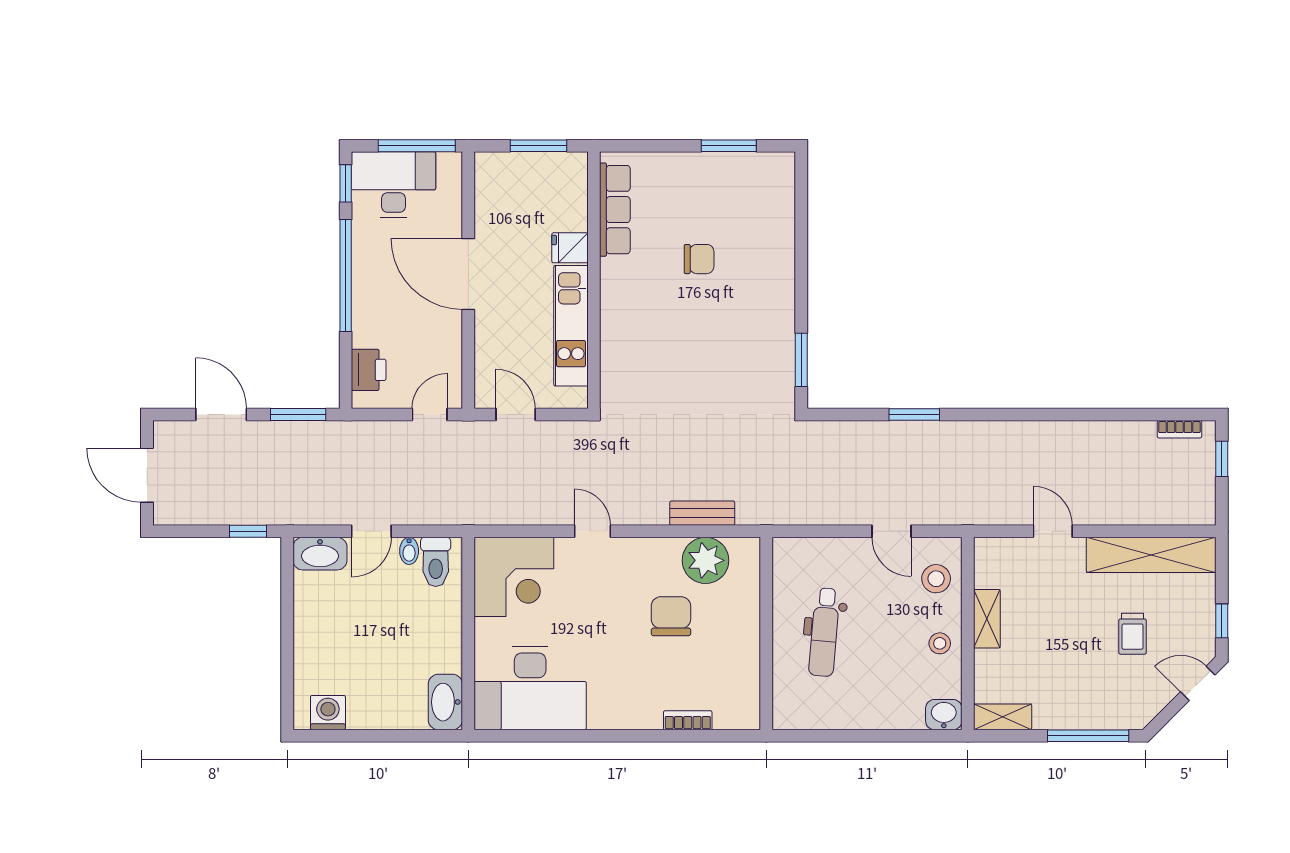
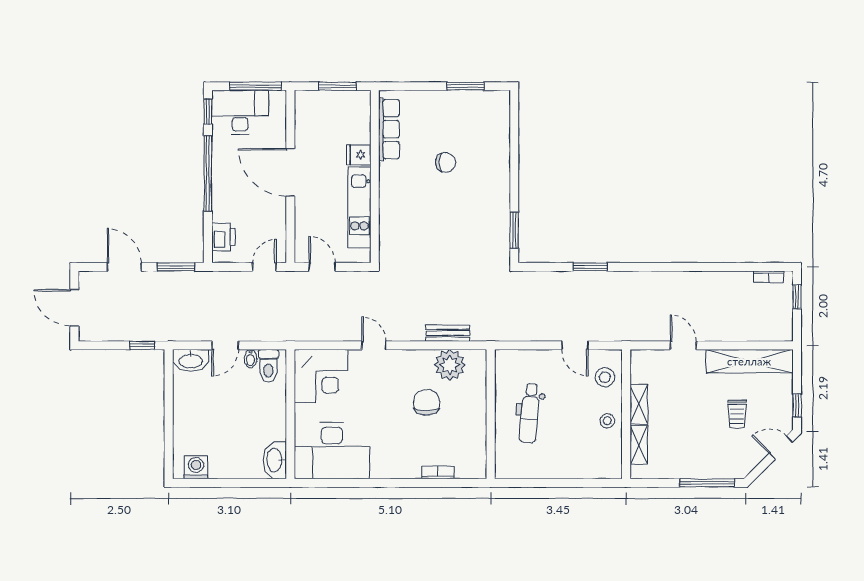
washbasin: (944, 715) -> (610, 469), removed
shelving: (1003, 717) -> (639, 445), moved, turned 90

